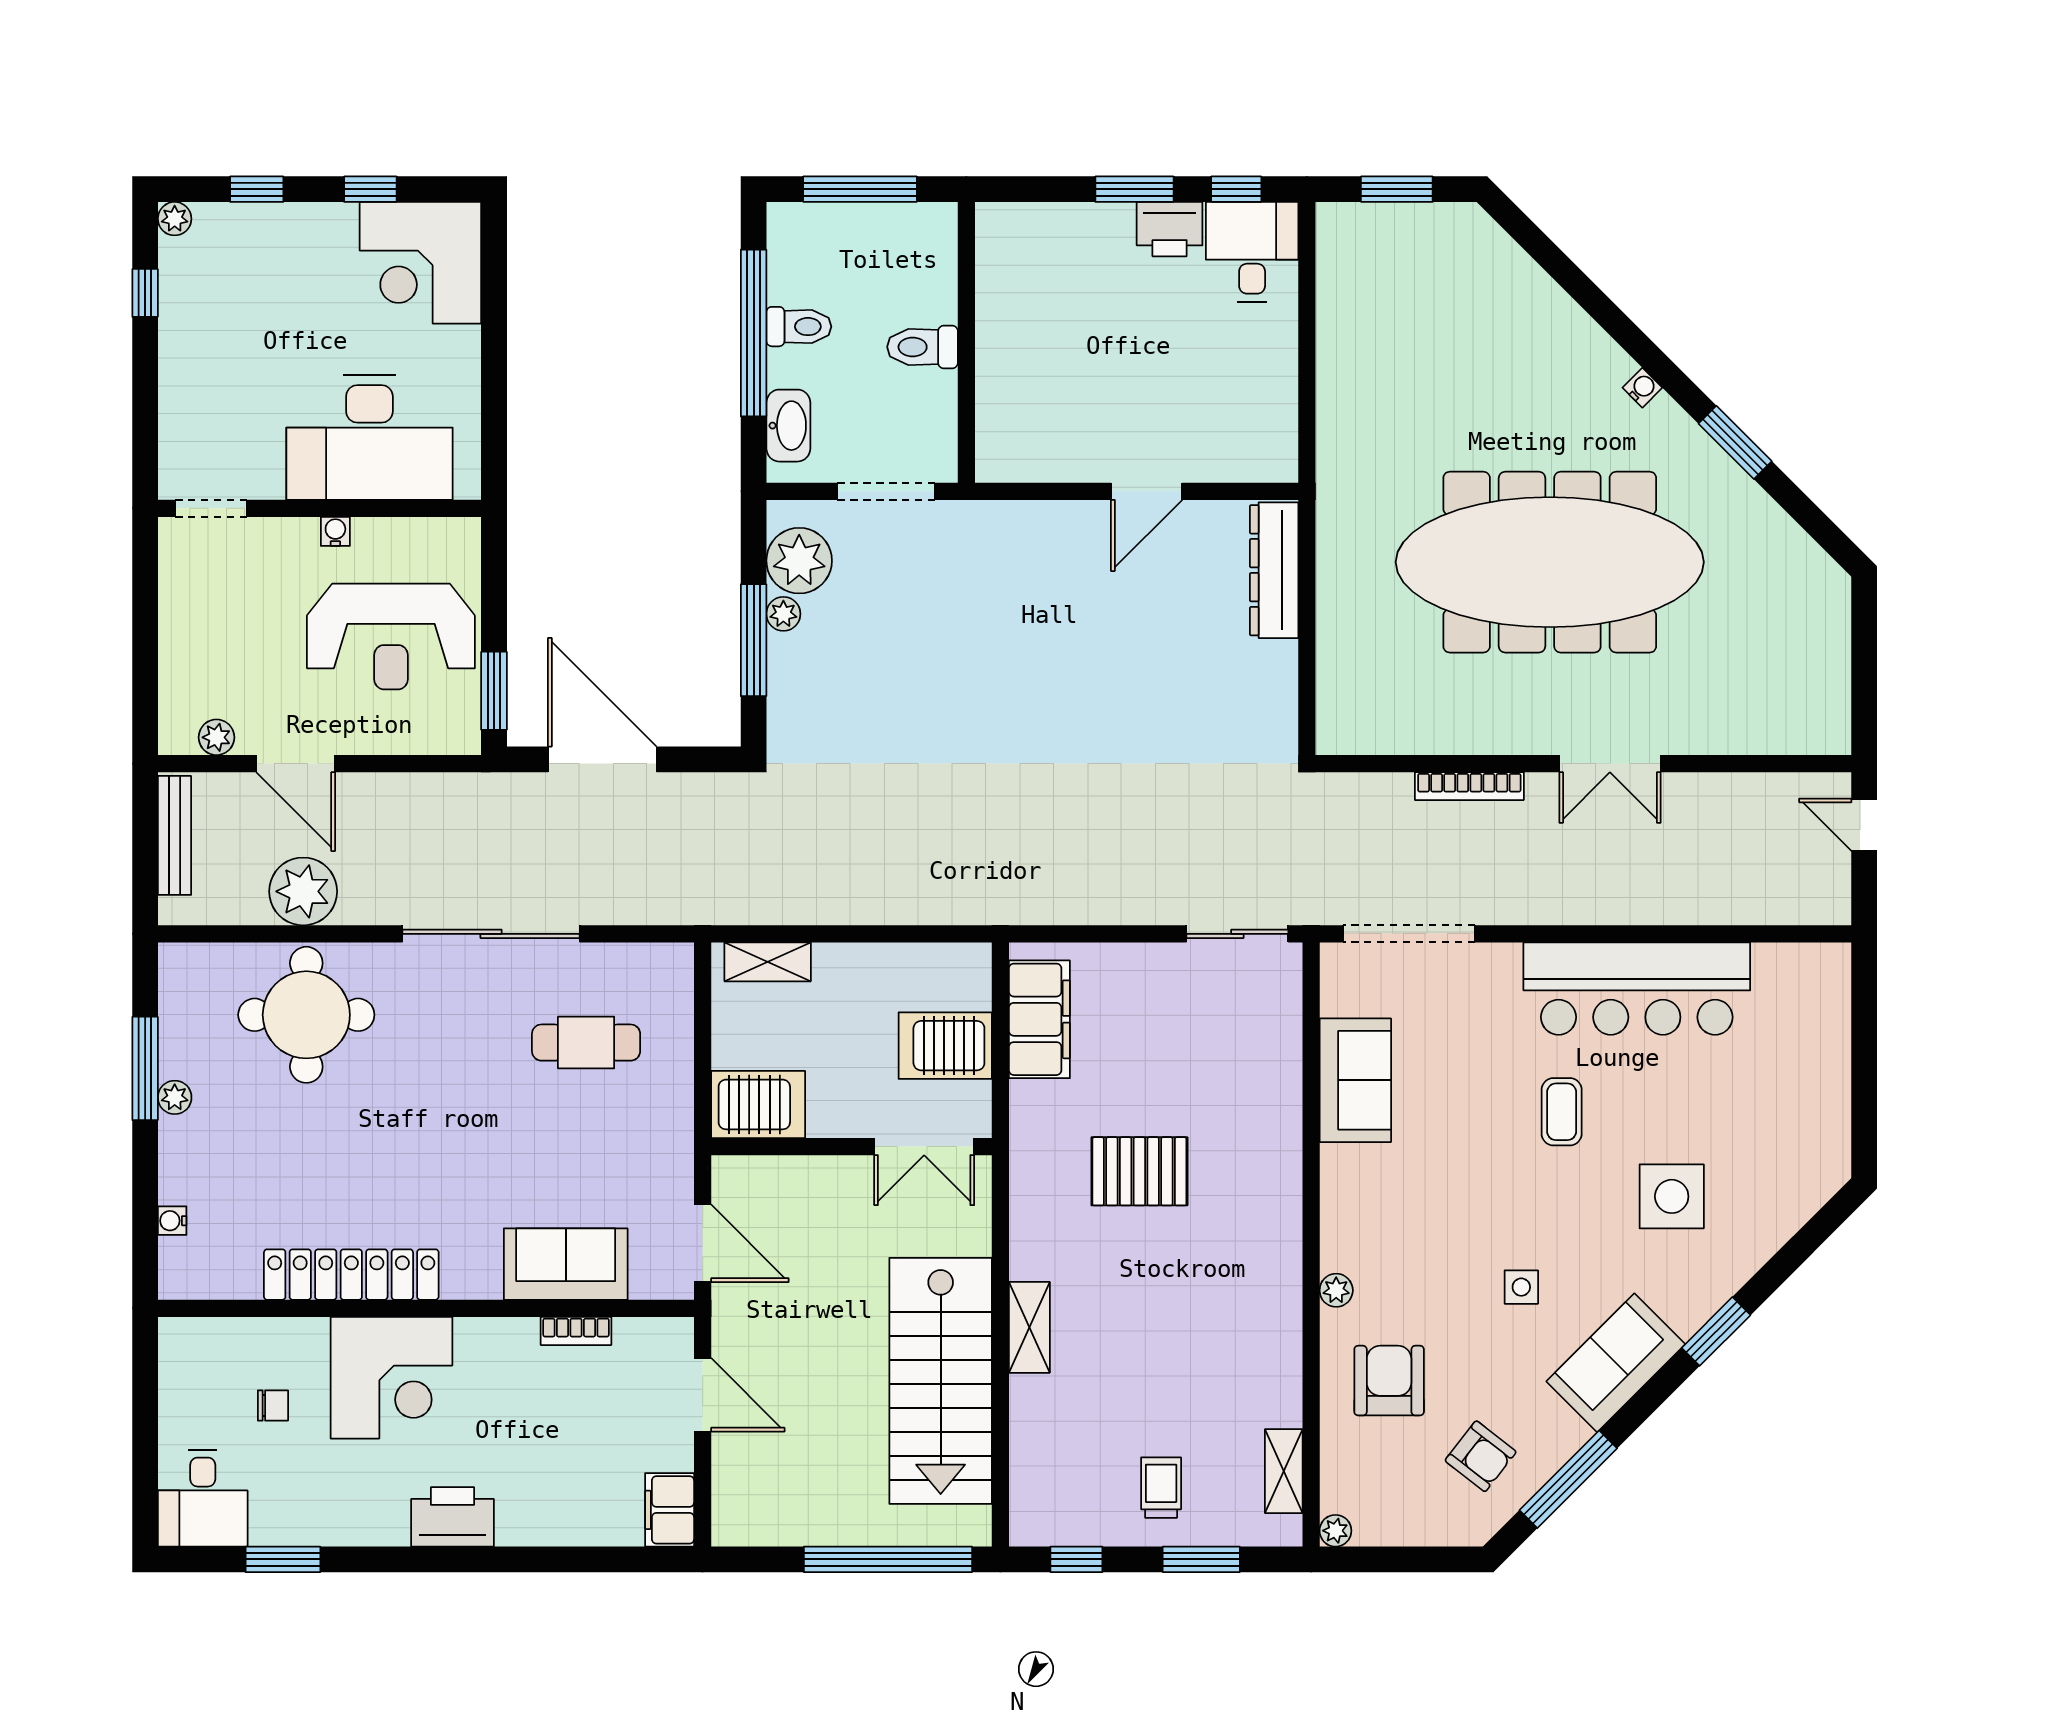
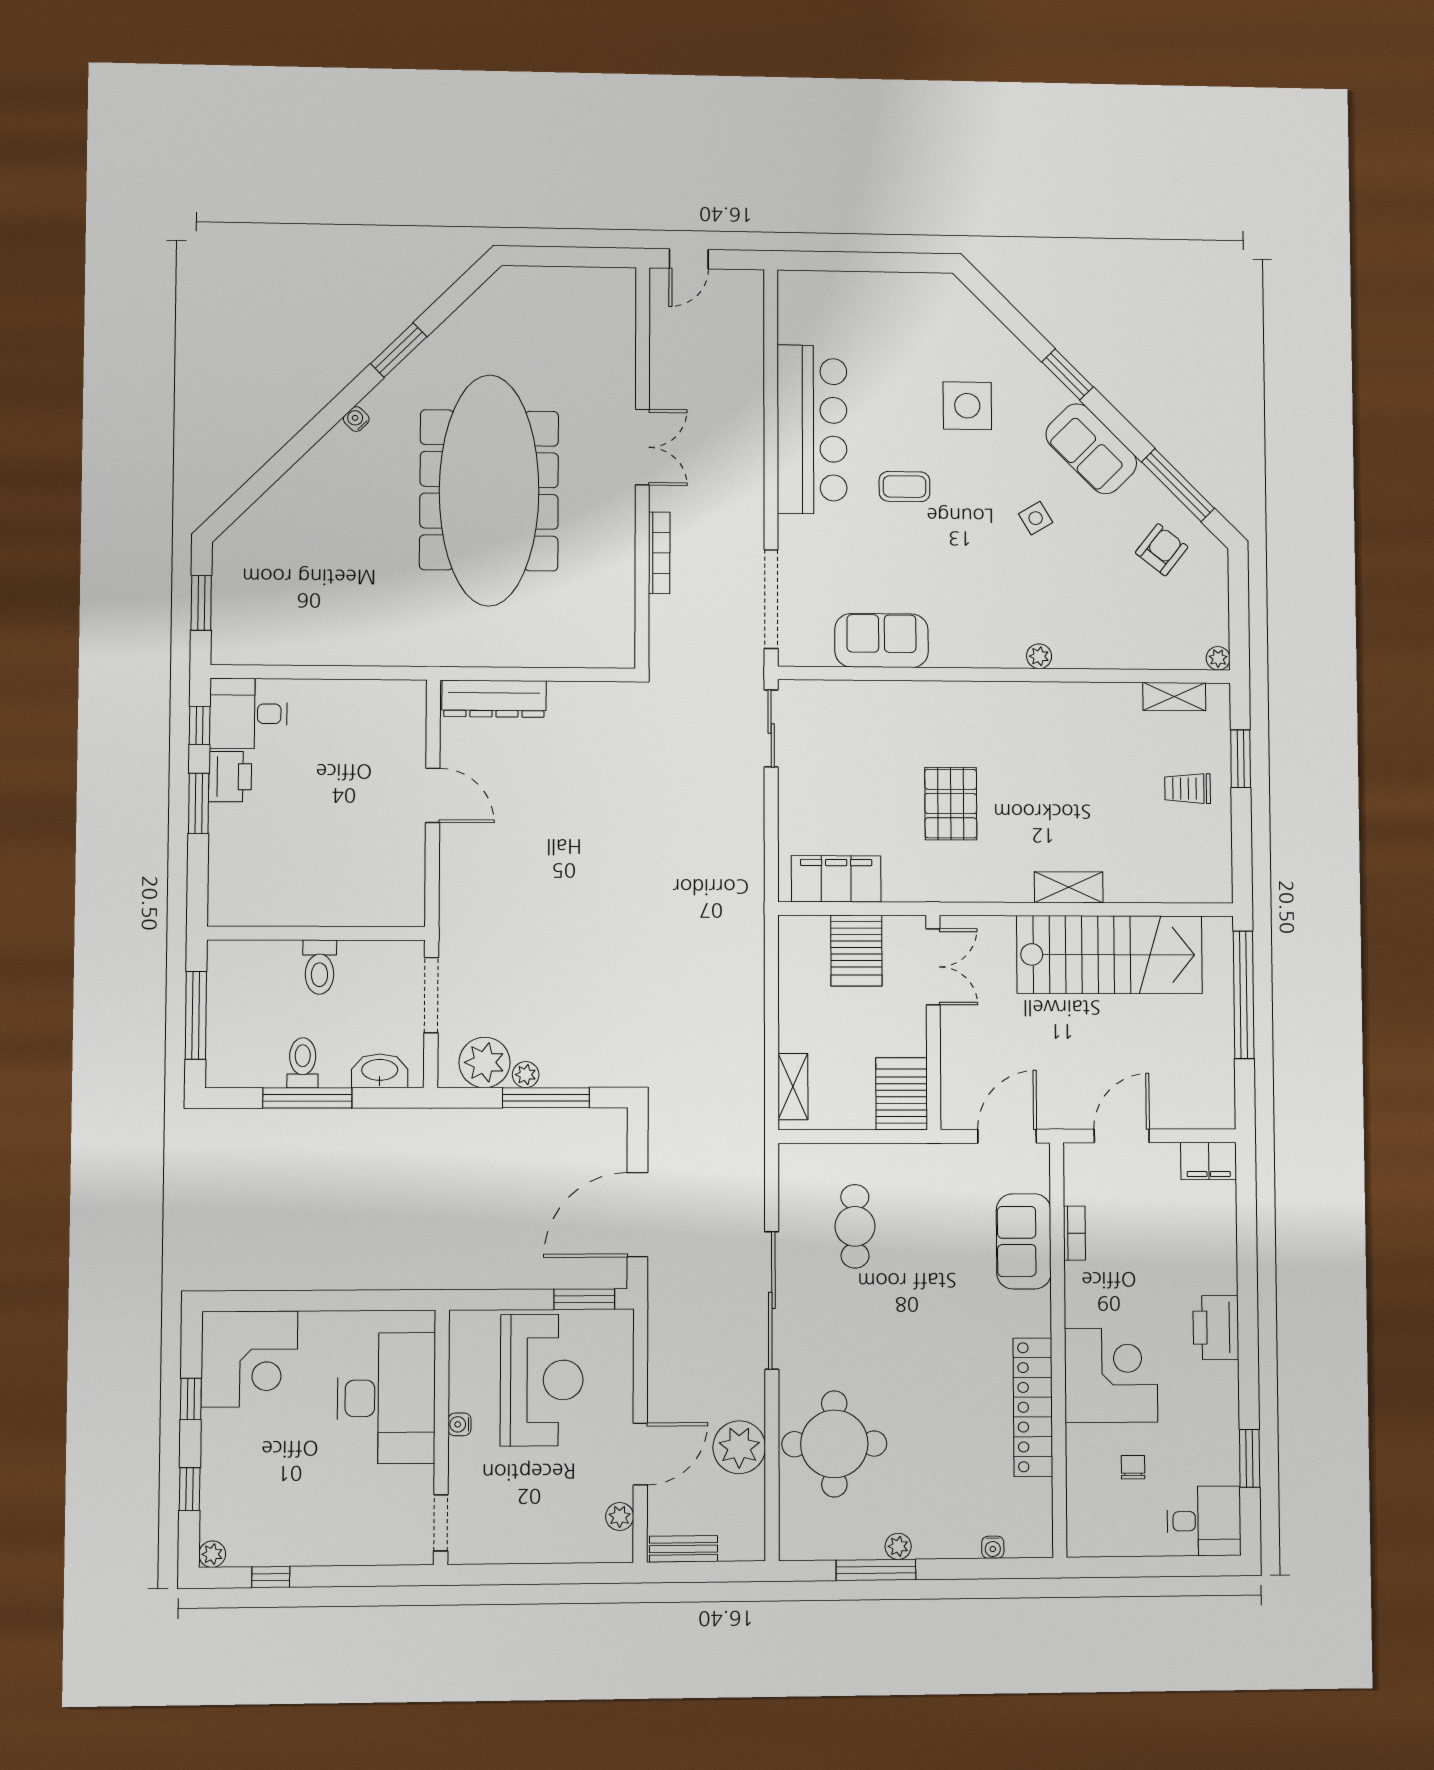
window: (754, 333) -> (307, 1098), width x0.68
bench: (175, 835) -> (684, 1549), width x0.73
side table: (1521, 1287) -> (1036, 518), turned -31
armchair: (1389, 1381) -> (1106, 617), removed
window: (1076, 1559) -> (1242, 852), removed

